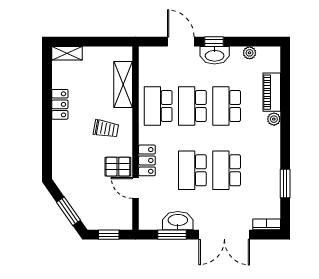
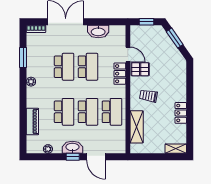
plant: (274, 119) -> (31, 82), moved
window: (172, 235) -> (102, 22), removed

